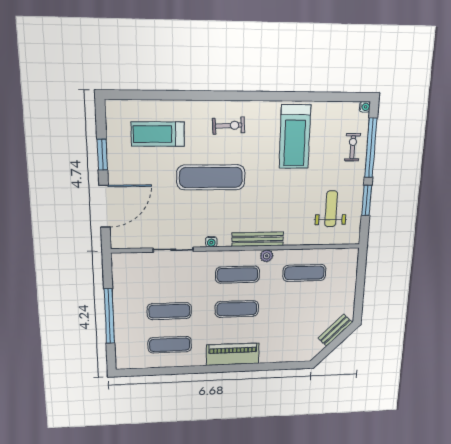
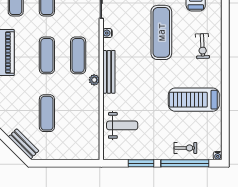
weight bench: (331, 209) -> (122, 125), moved
exercise mat: (304, 273) -> (47, 113), moved

